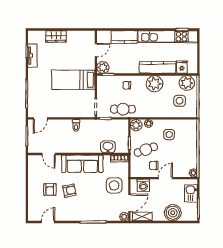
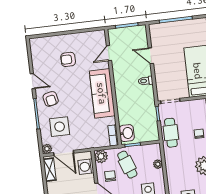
door: (40, 118) -> (151, 56), moved
plant: (136, 125) -> (101, 156), moved
washbasin: (108, 147) -> (127, 133), moved
side table: (114, 185) -> (60, 127), moved
armchair: (69, 191) -> (51, 99), moved
door: (48, 222) -> (33, 81), moved

